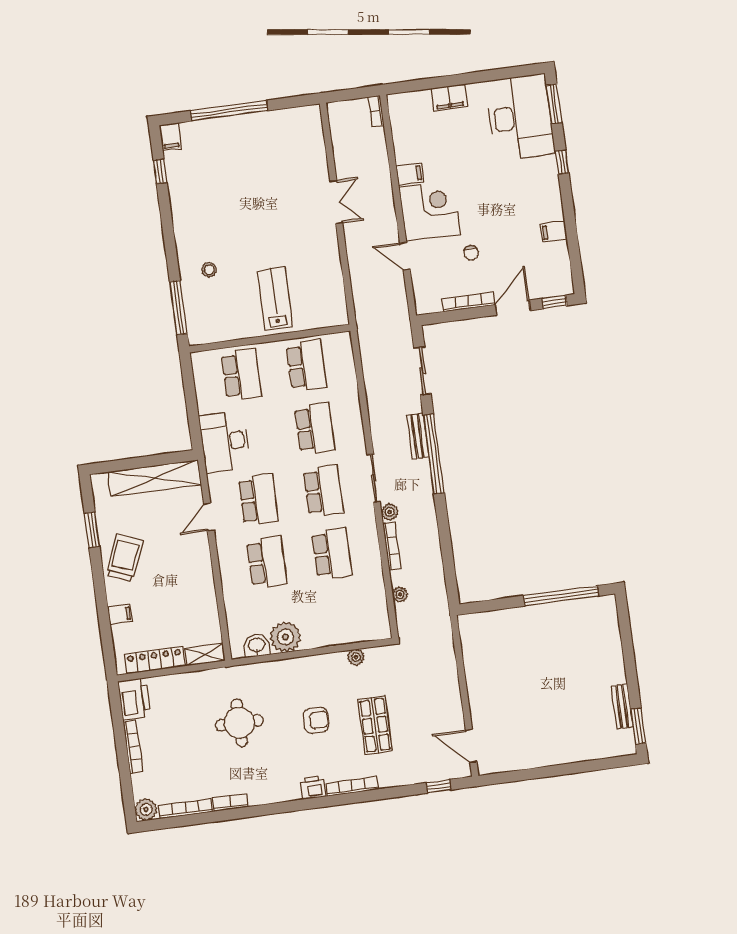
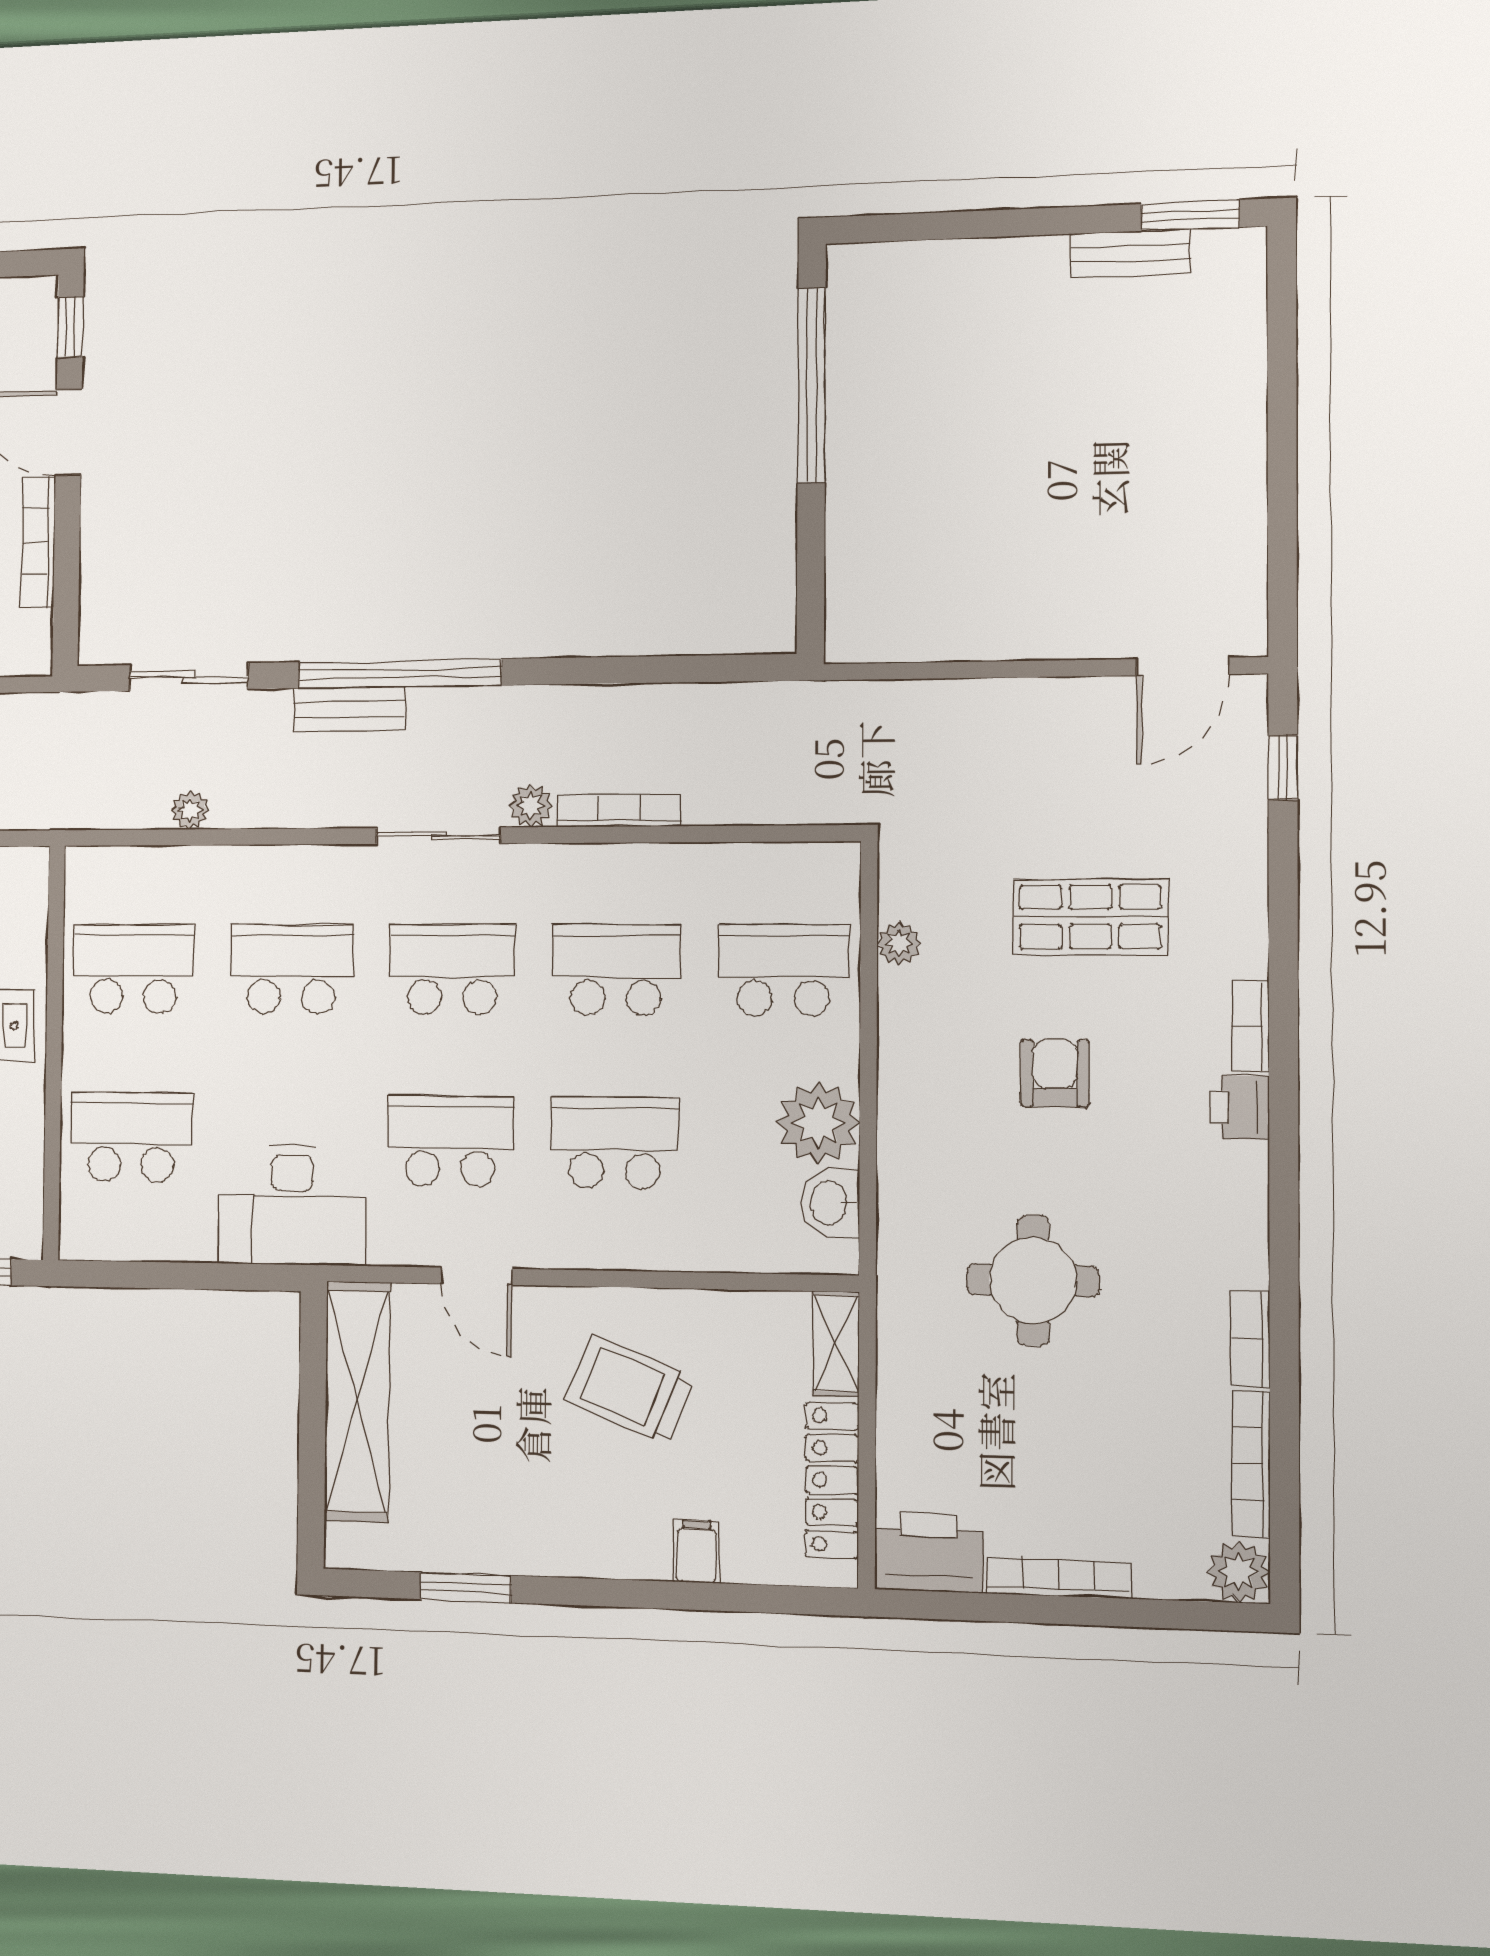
trolley: (125, 558) -> (629, 1389), moved
plant: (400, 594) -> (190, 810), moved
school desk: (340, 616) -> (783, 970), added
bookcase: (352, 786) -> (1251, 1026), width x0.64

